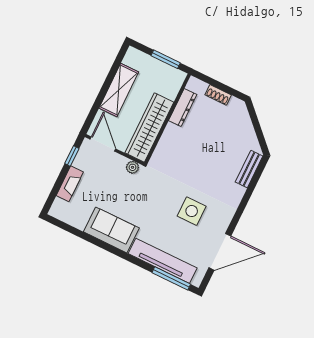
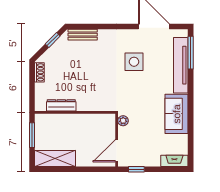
shelving: (119, 90) -> (55, 158), moved
shoe rack: (218, 95) -> (39, 72), moved
wardrobe: (149, 128) -> (88, 123), removed
window: (259, 133) -> (53, 40), added
fireplace: (70, 184) -> (174, 161), moved

